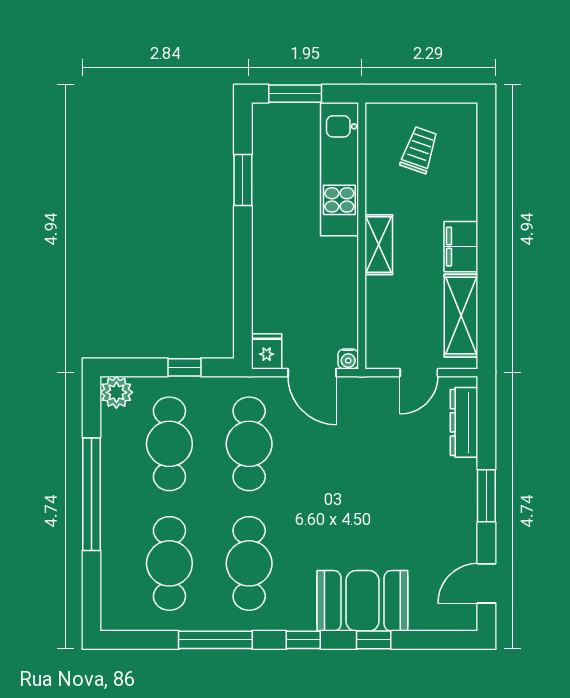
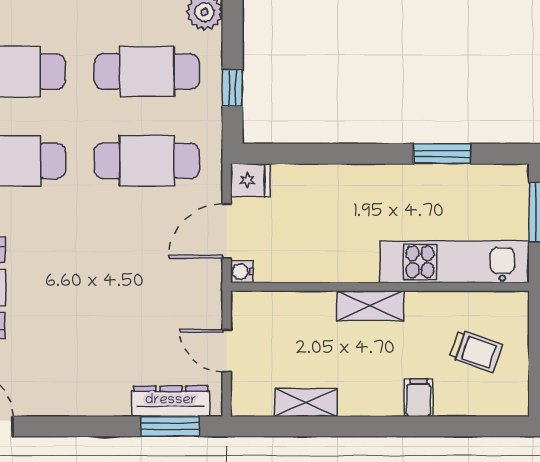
filing cabinet: (461, 247) -> (419, 398), moved, width x0.50
shelving: (461, 316) -> (306, 403), width x0.67, depth x0.75
window: (486, 496) -> (170, 426), moved

